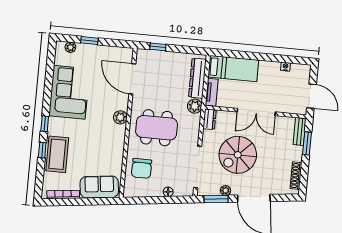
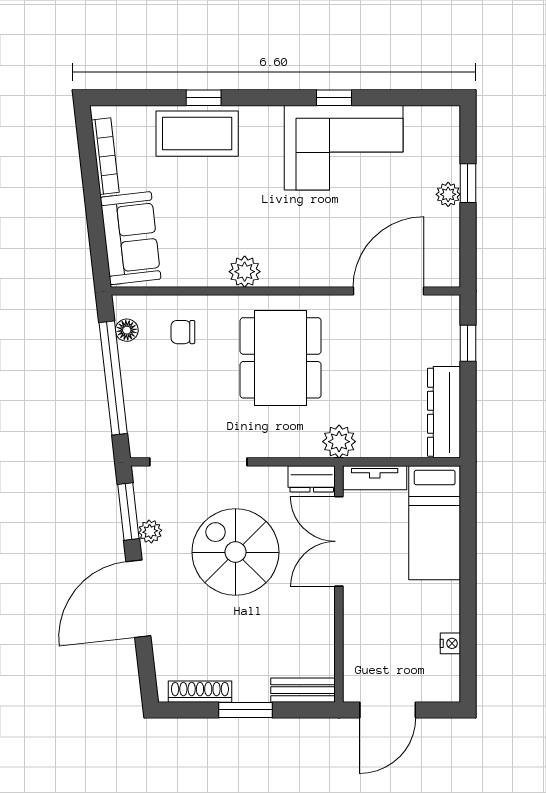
plant: (70, 47) -> (448, 194), moved
dresser: (197, 78) -> (444, 412), moved, turned -90
double door: (256, 112) -> (339, 541), moved
plant: (120, 117) -> (245, 272), moved
window: (45, 124) -> (334, 98), moved
window: (307, 143) -> (246, 710), moved
chair: (142, 168) -> (183, 332), width x0.54, depth x0.54
floor lamp: (168, 192) -> (127, 330), moved
window: (158, 200) -> (113, 378), added

